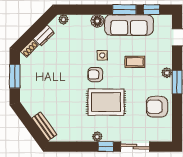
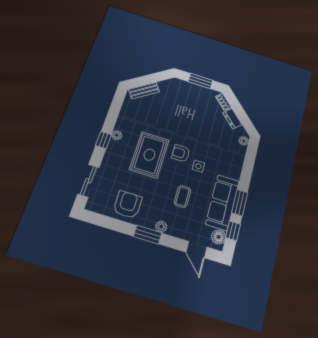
floor lamp: (97, 21) -> (219, 237), moved
armchair: (95, 75) -> (181, 153), turned -90
sliding door: (135, 147) -> (88, 181), moved

